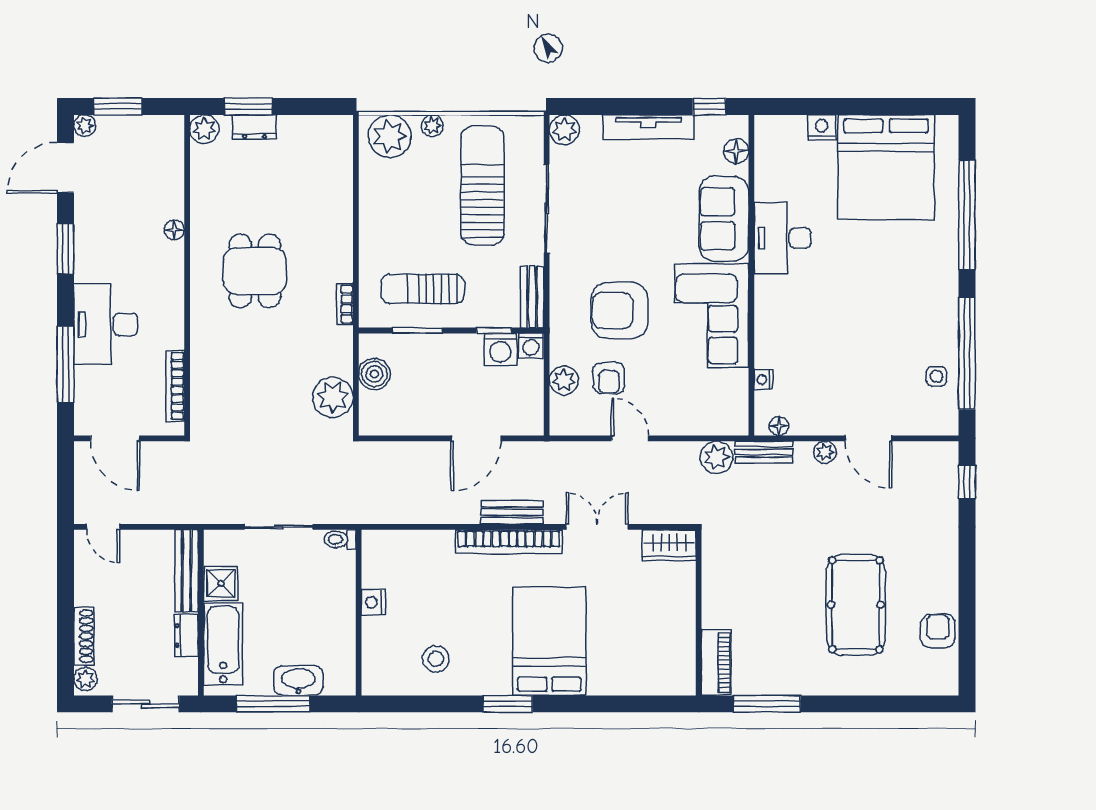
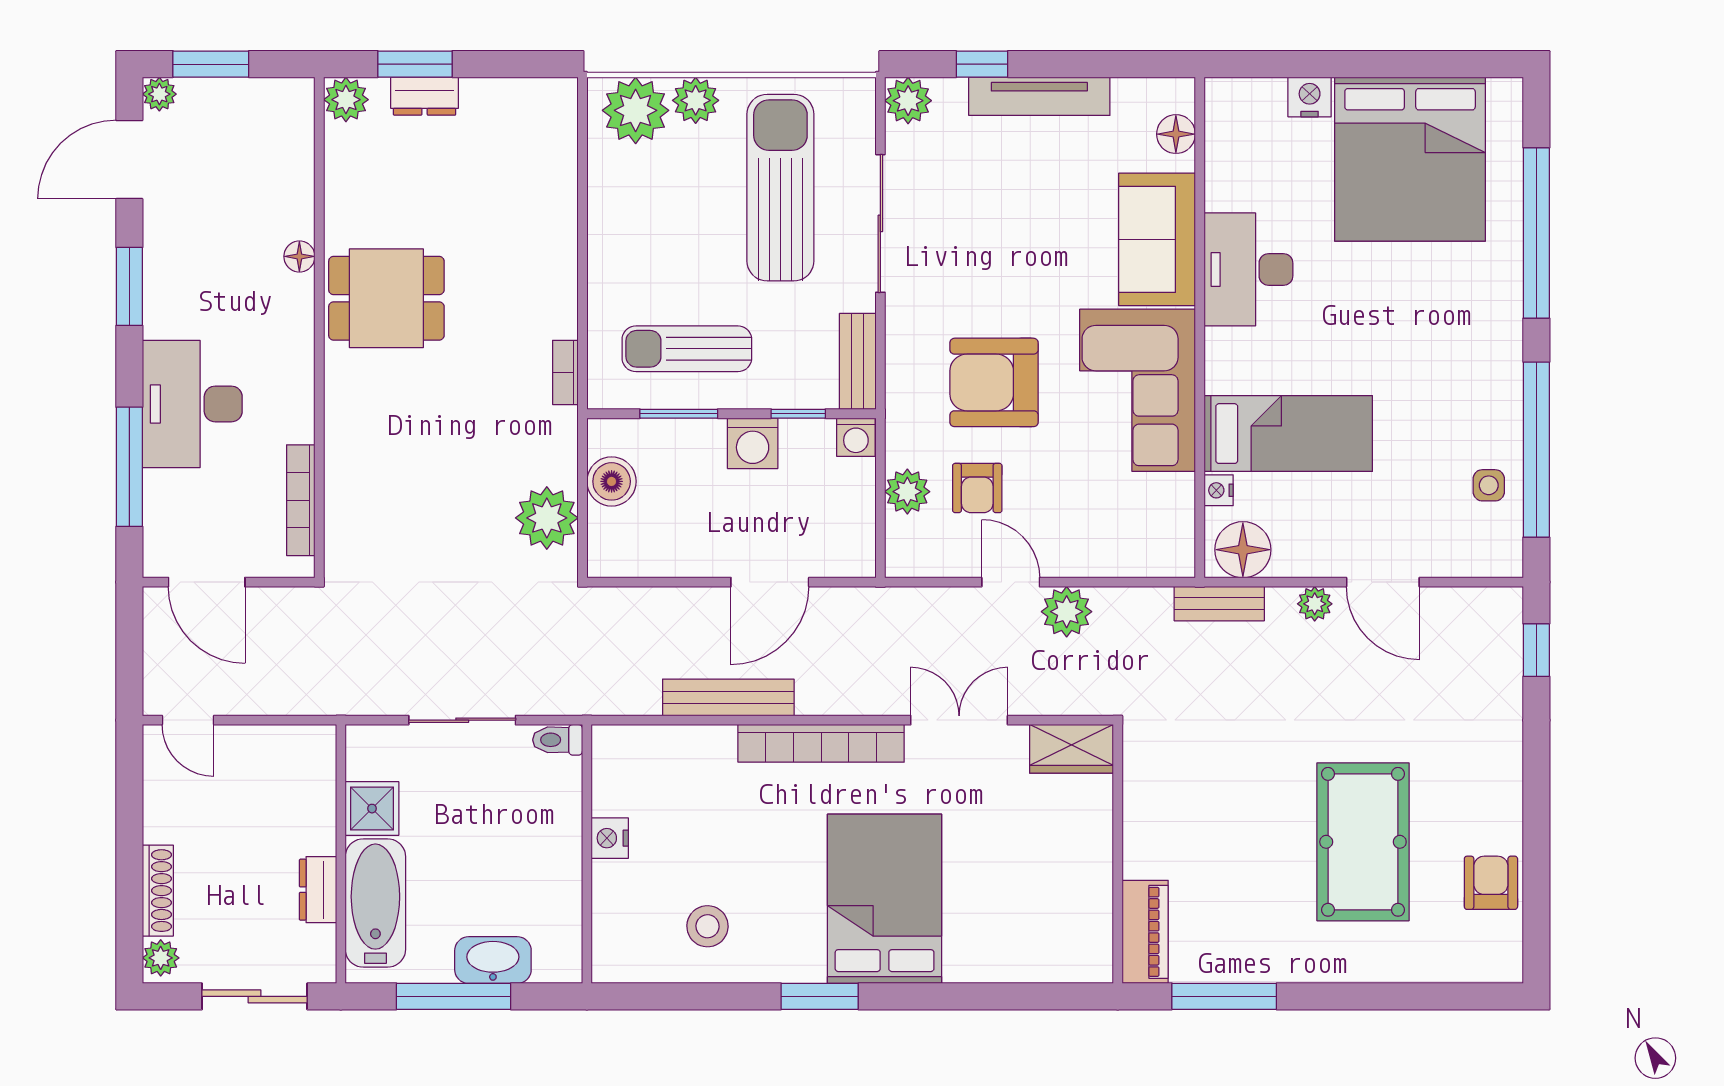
window: (709, 107) -> (982, 64), moved
plant: (432, 126) -> (696, 100), width x1.38, depth x1.38
dining table: (255, 271) -> (386, 298), moved, turned 90
bed: (808, 343) -> (1288, 434), added
washing machine: (500, 349) -> (753, 443), moved
floor lamp: (779, 426) -> (1243, 550), width x1.89, depth x1.89
plant: (716, 457) -> (1067, 612), moved
bench: (512, 512) -> (728, 697), moved, width x1.36
bench: (187, 571) -> (319, 789), removed

